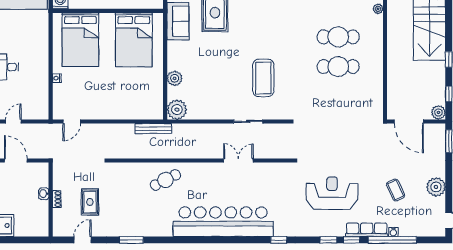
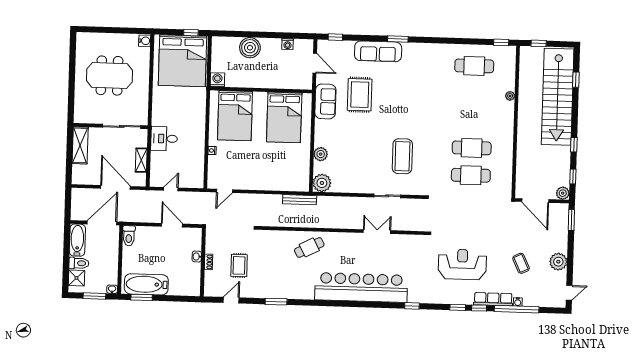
cafe table: (338, 37) -> (471, 175), moved

